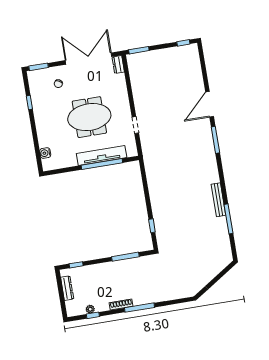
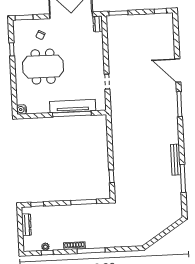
door: (210, 104) -> (178, 70), hinge flipped
meeting table: (89, 117) -> (43, 67), moved
water cooler: (45, 153) -> (21, 110), moved

